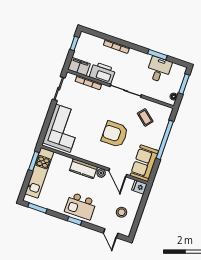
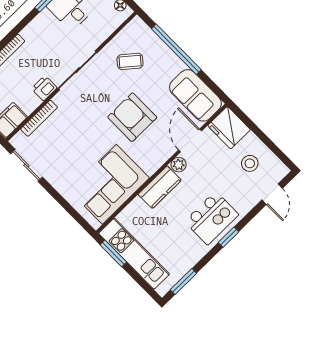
printer: (102, 73) -> (44, 88), width x0.53, depth x0.68
corner sofa: (63, 128) -> (109, 184), moved, turned -90
armchair: (115, 134) -> (132, 117), turned 90
door: (118, 173) -> (190, 140), swing flipped
fridge: (139, 187) -> (229, 128), width x1.88, depth x1.34
door: (111, 233) -> (272, 194), hinge flipped

